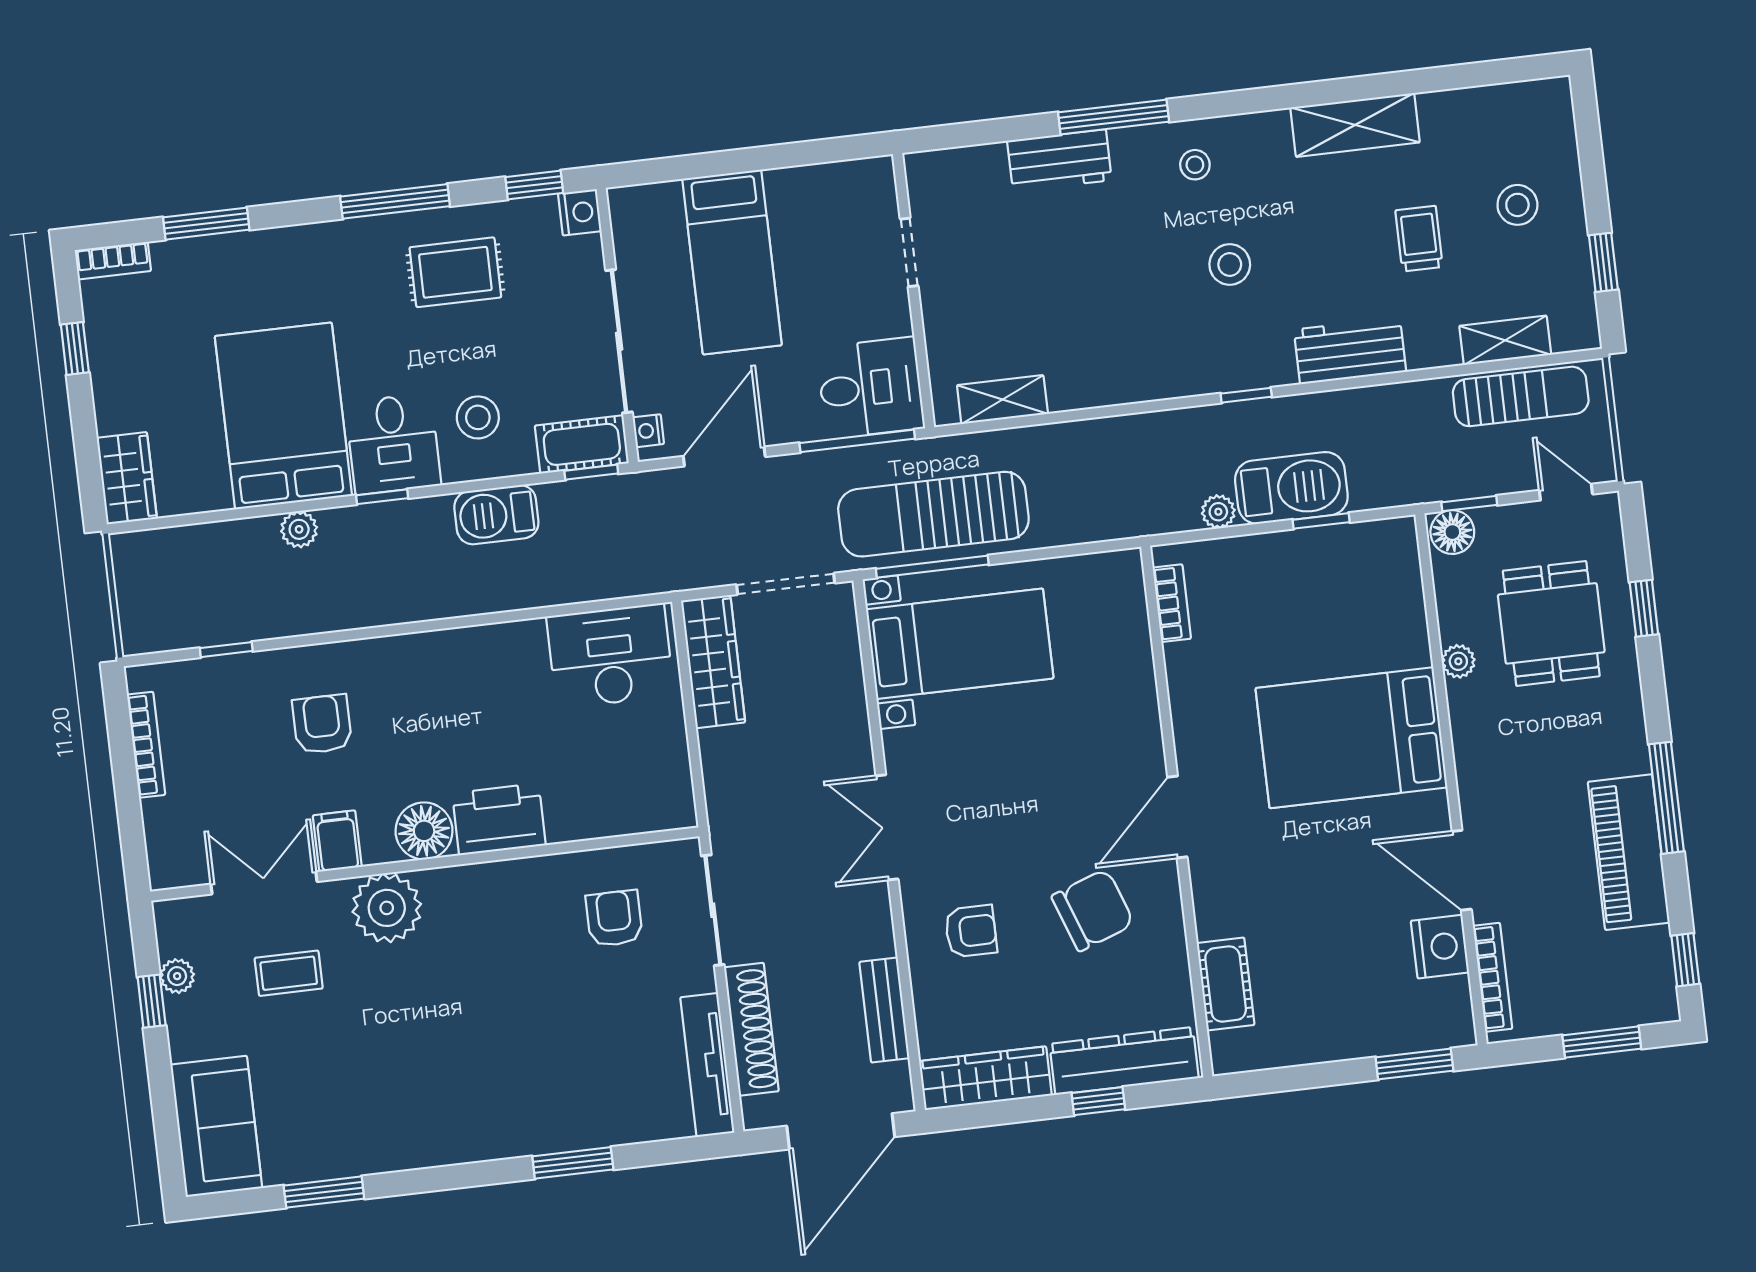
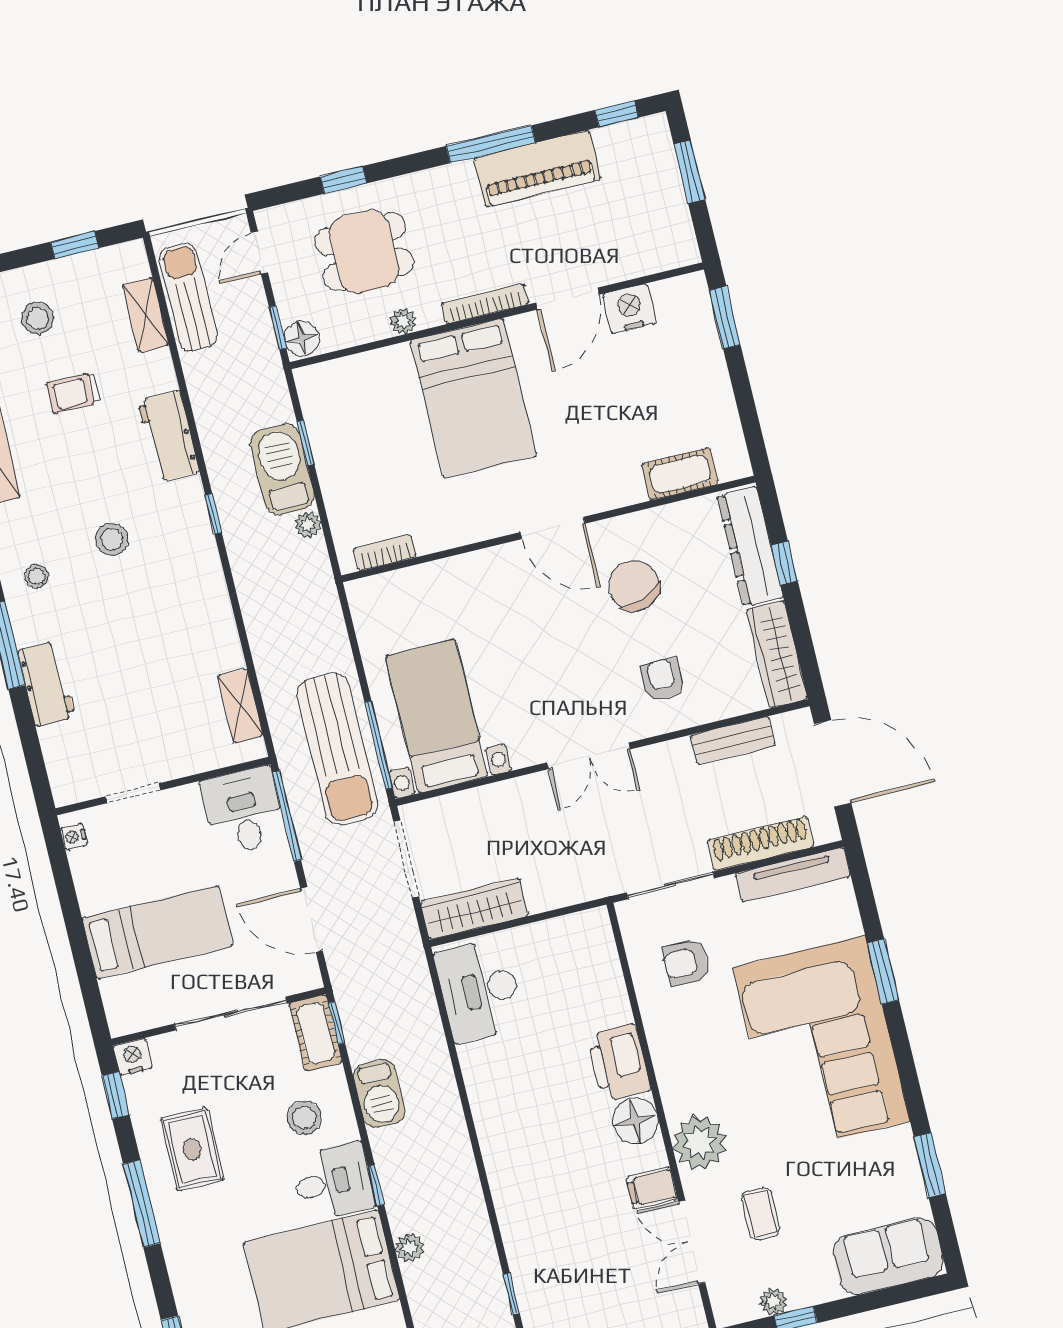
nightstand: (648, 431) -> (74, 837), moved, turned 90
armchair: (322, 724) -> (561, 1211), removed
bookcase: (1493, 977) -> (485, 304), moved
corner sofa: (491, 1075) -> (821, 1044), added

